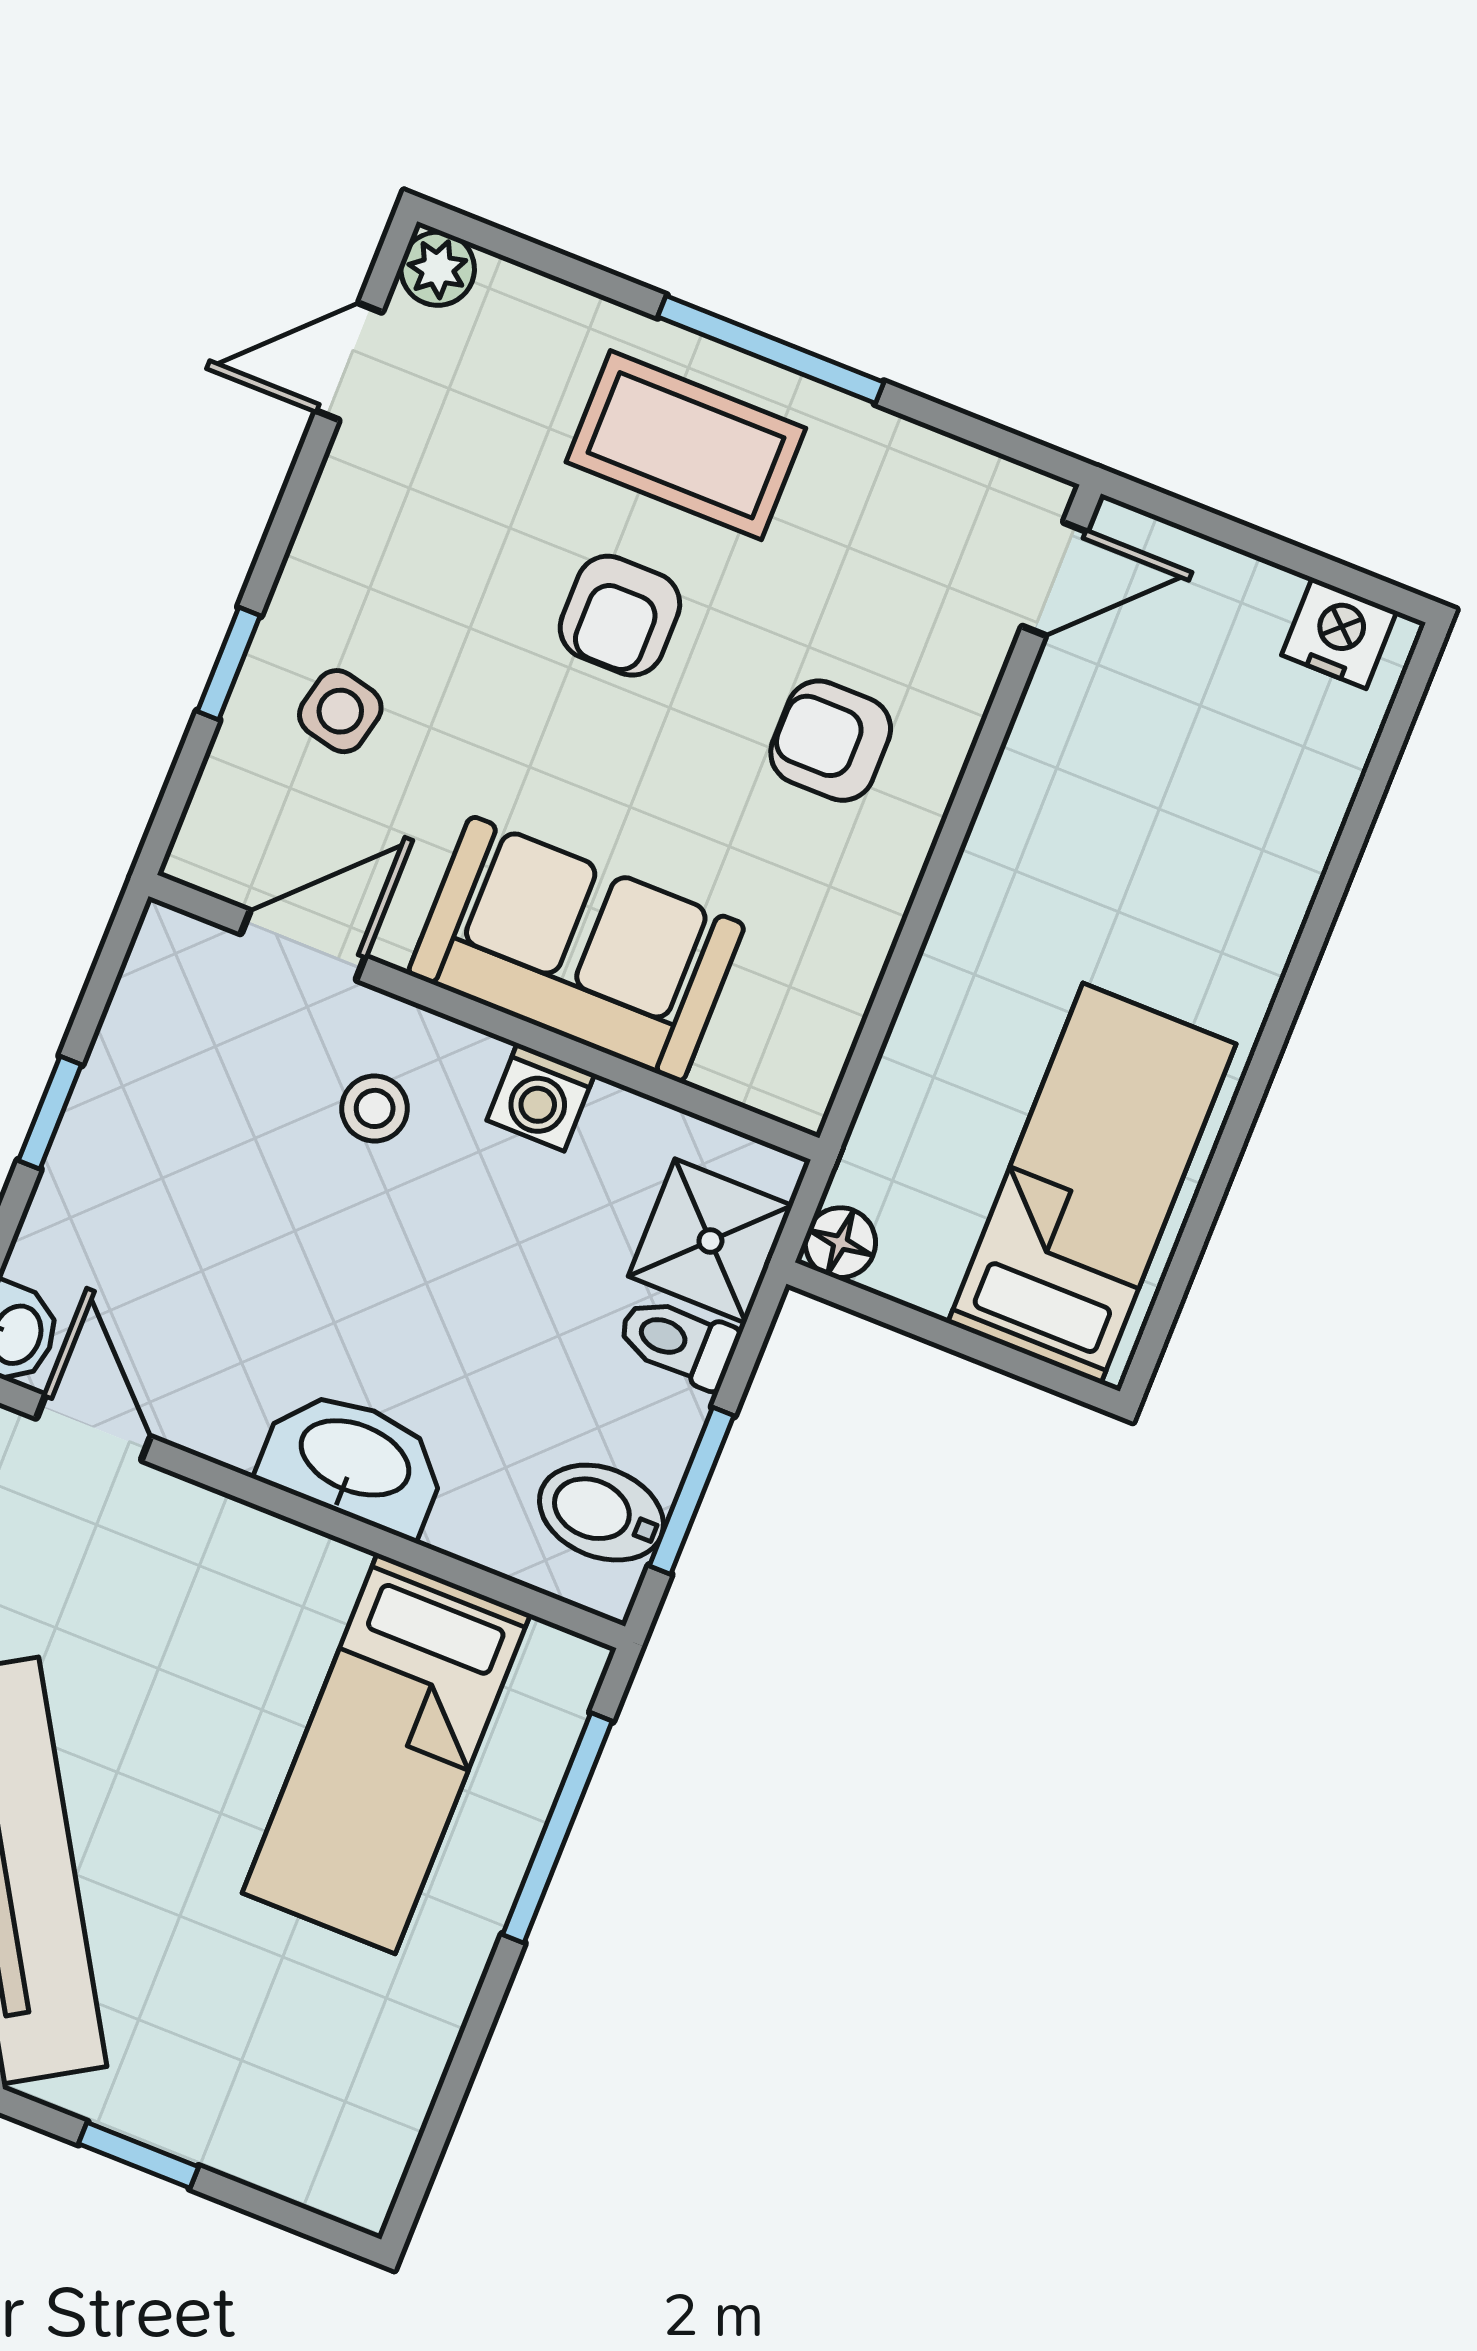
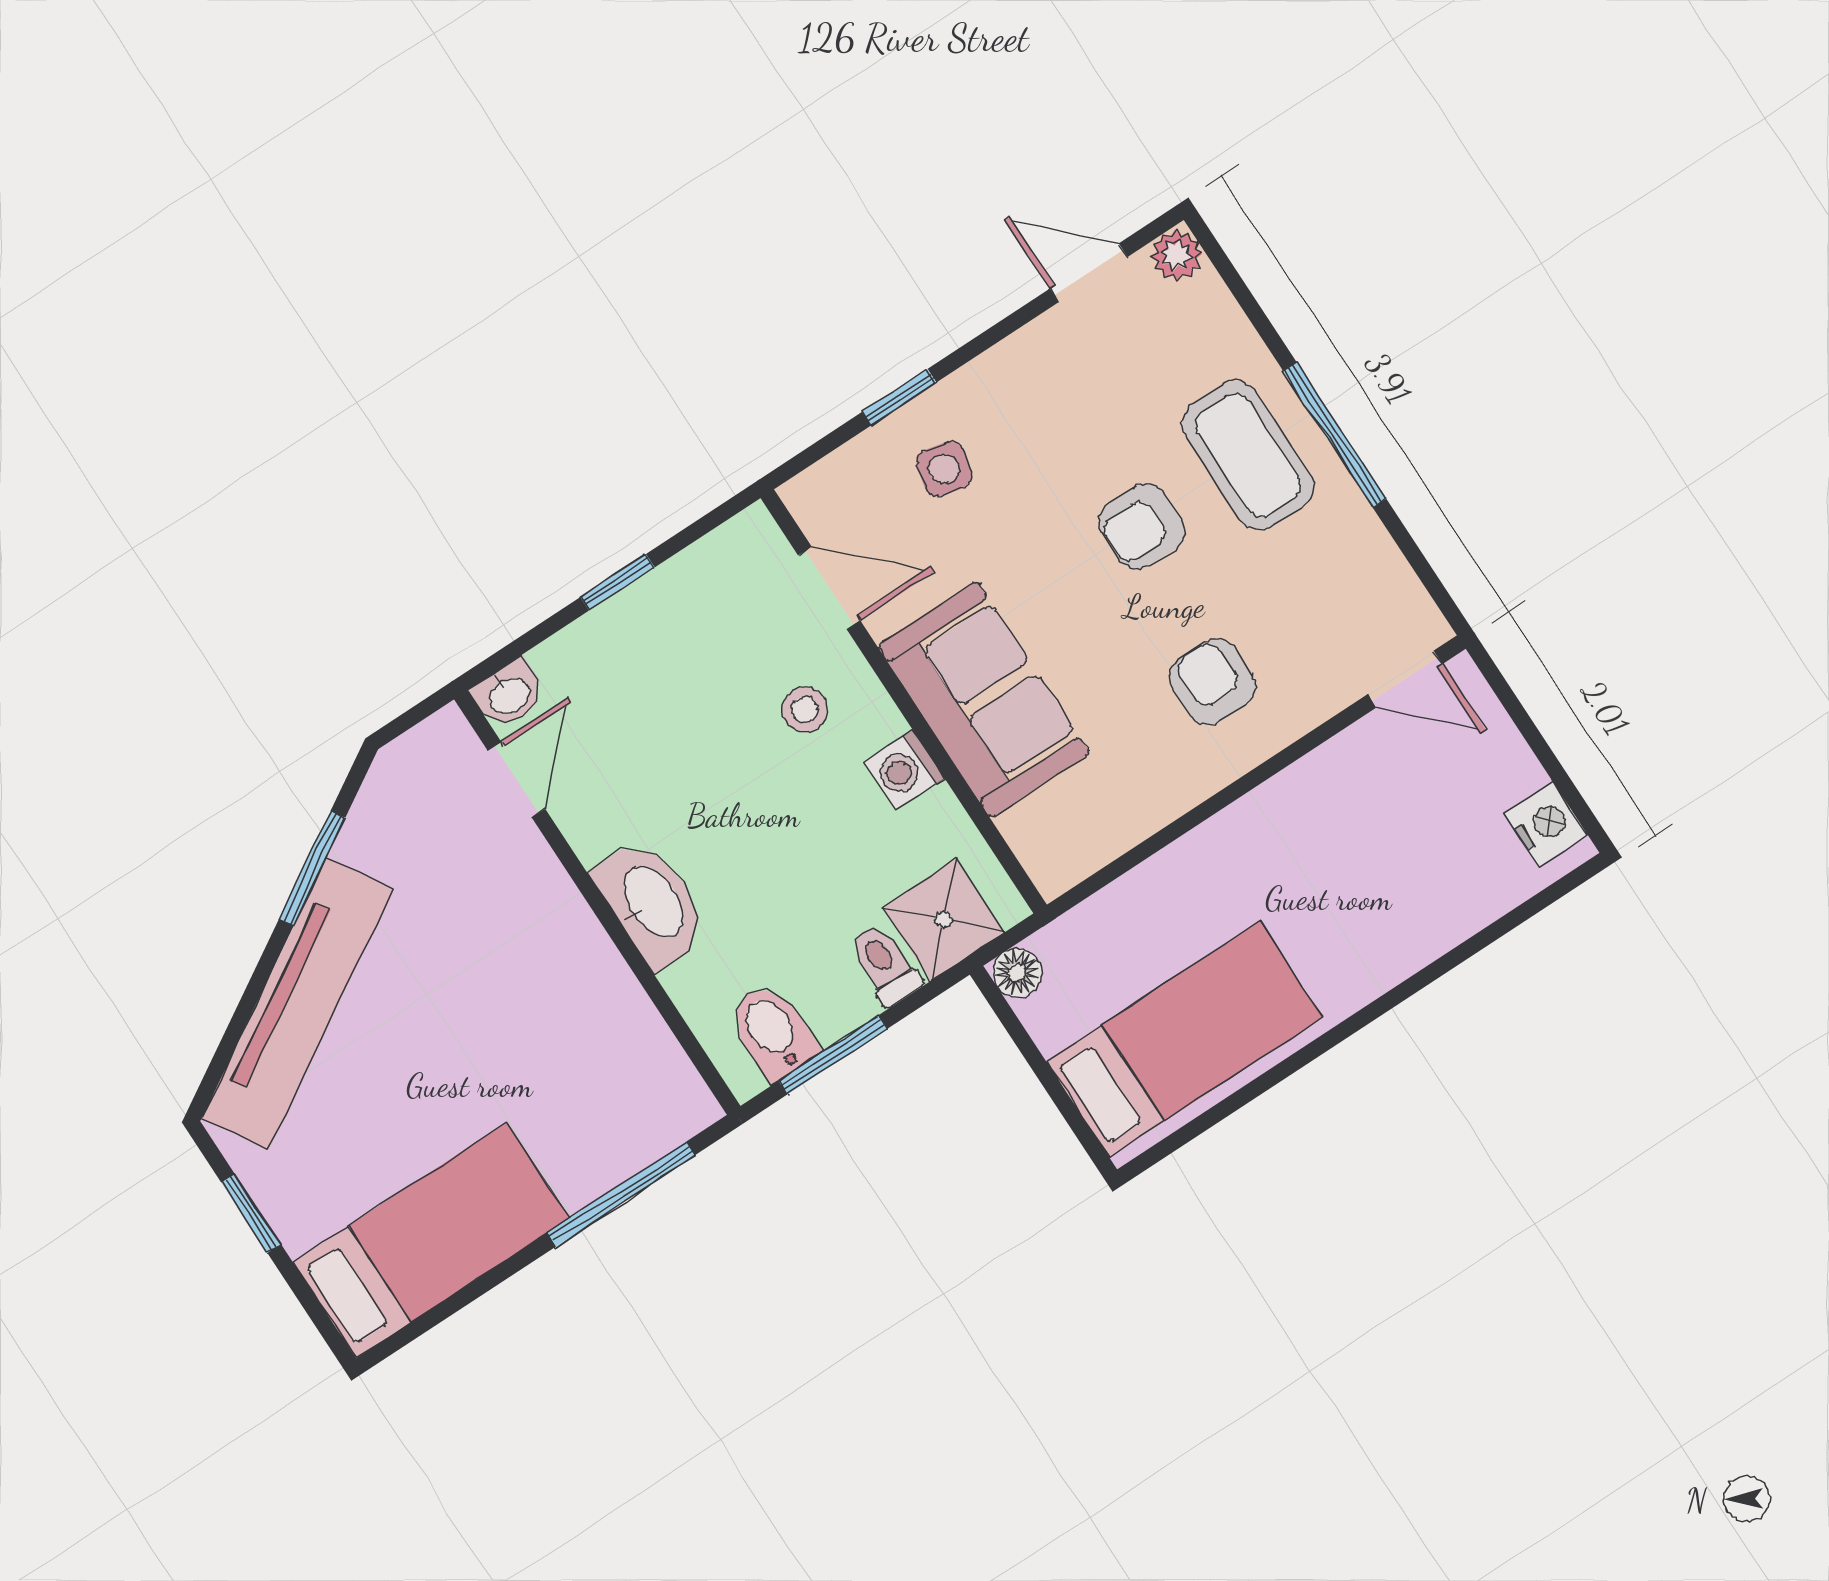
bed: (386, 1753) -> (431, 1240), moved, turned 180

